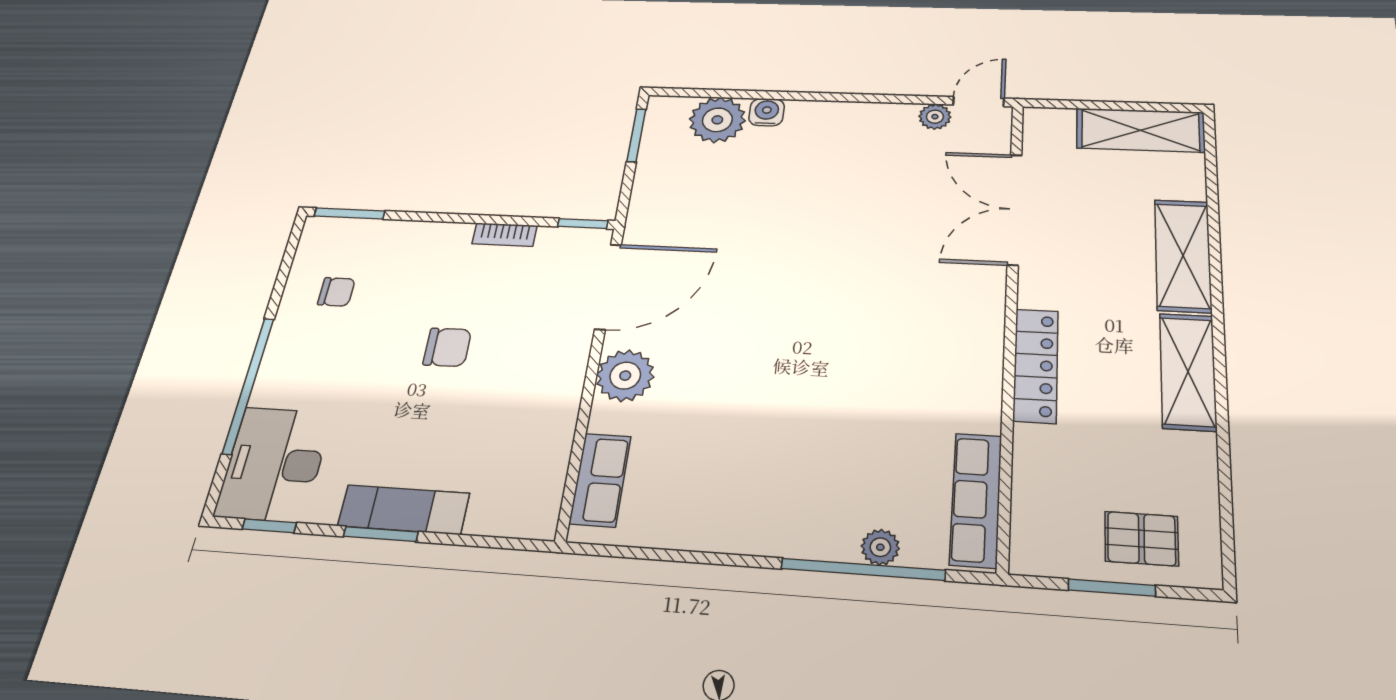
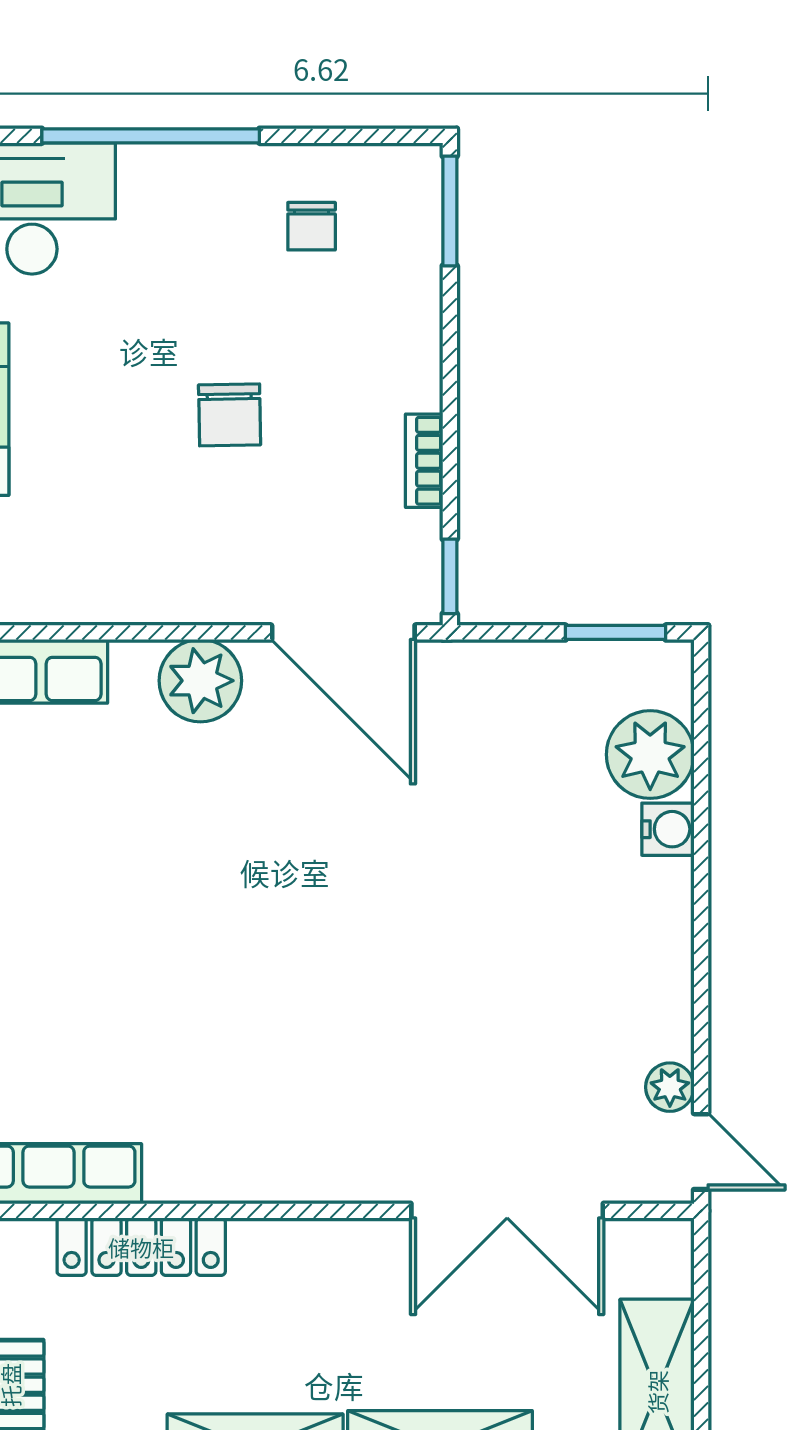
double door: (1014, 209) -> (507, 1211), swing flipped
locker: (1036, 365) -> (141, 1247), moved

